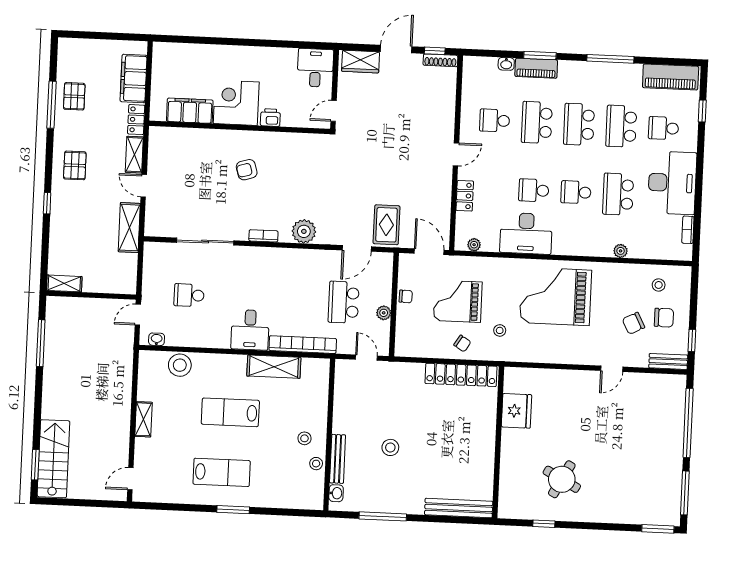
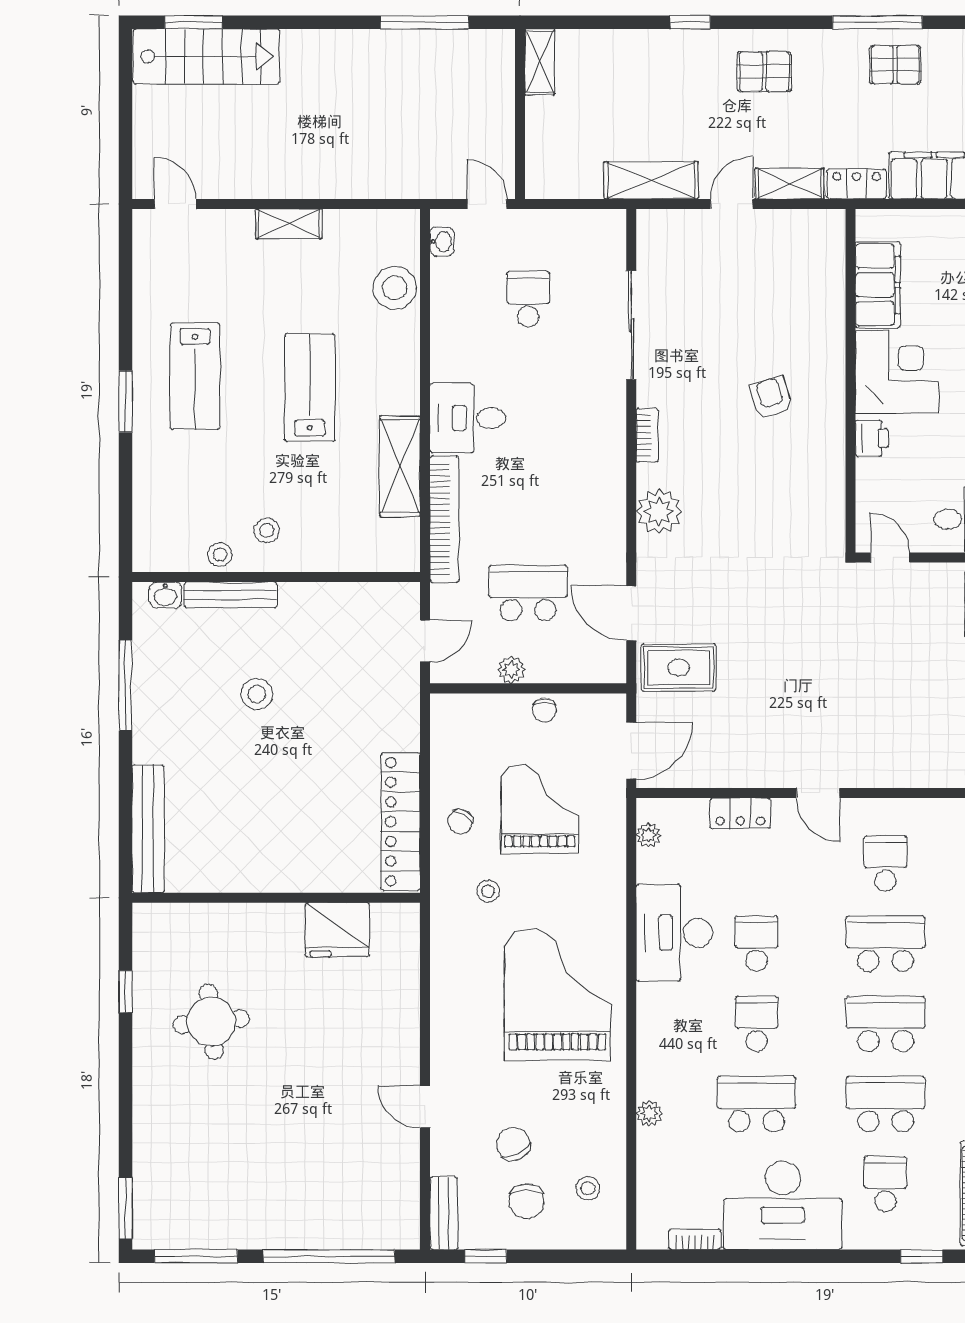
round table: (562, 479) -> (211, 1022), turned -34

